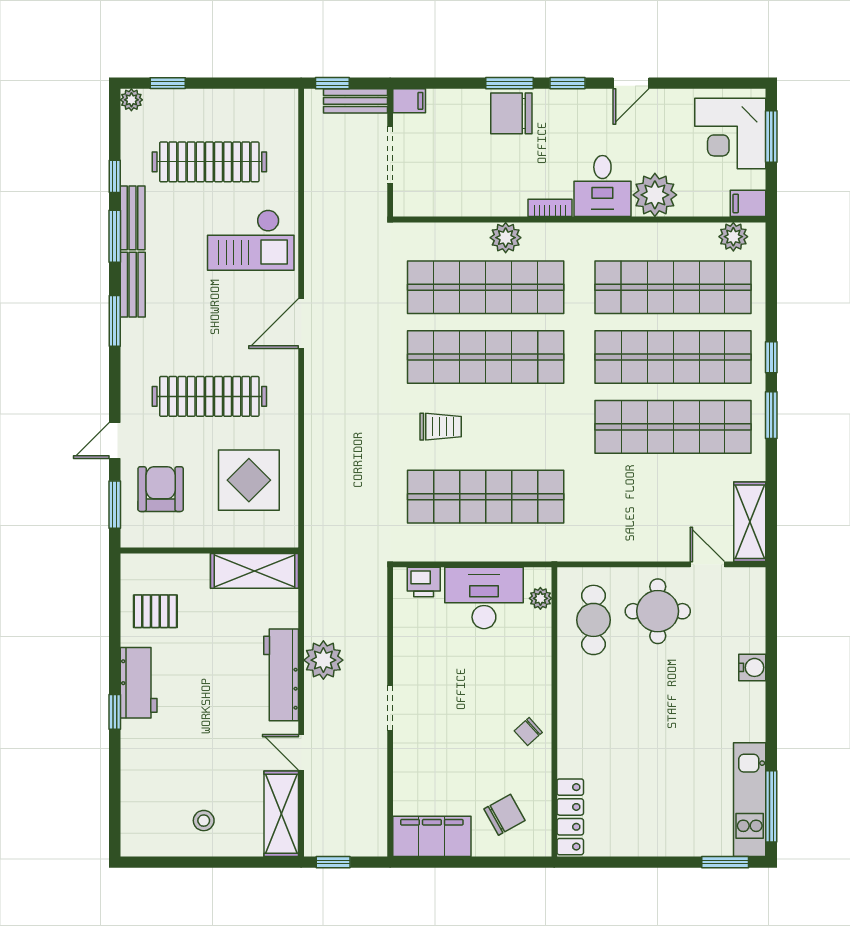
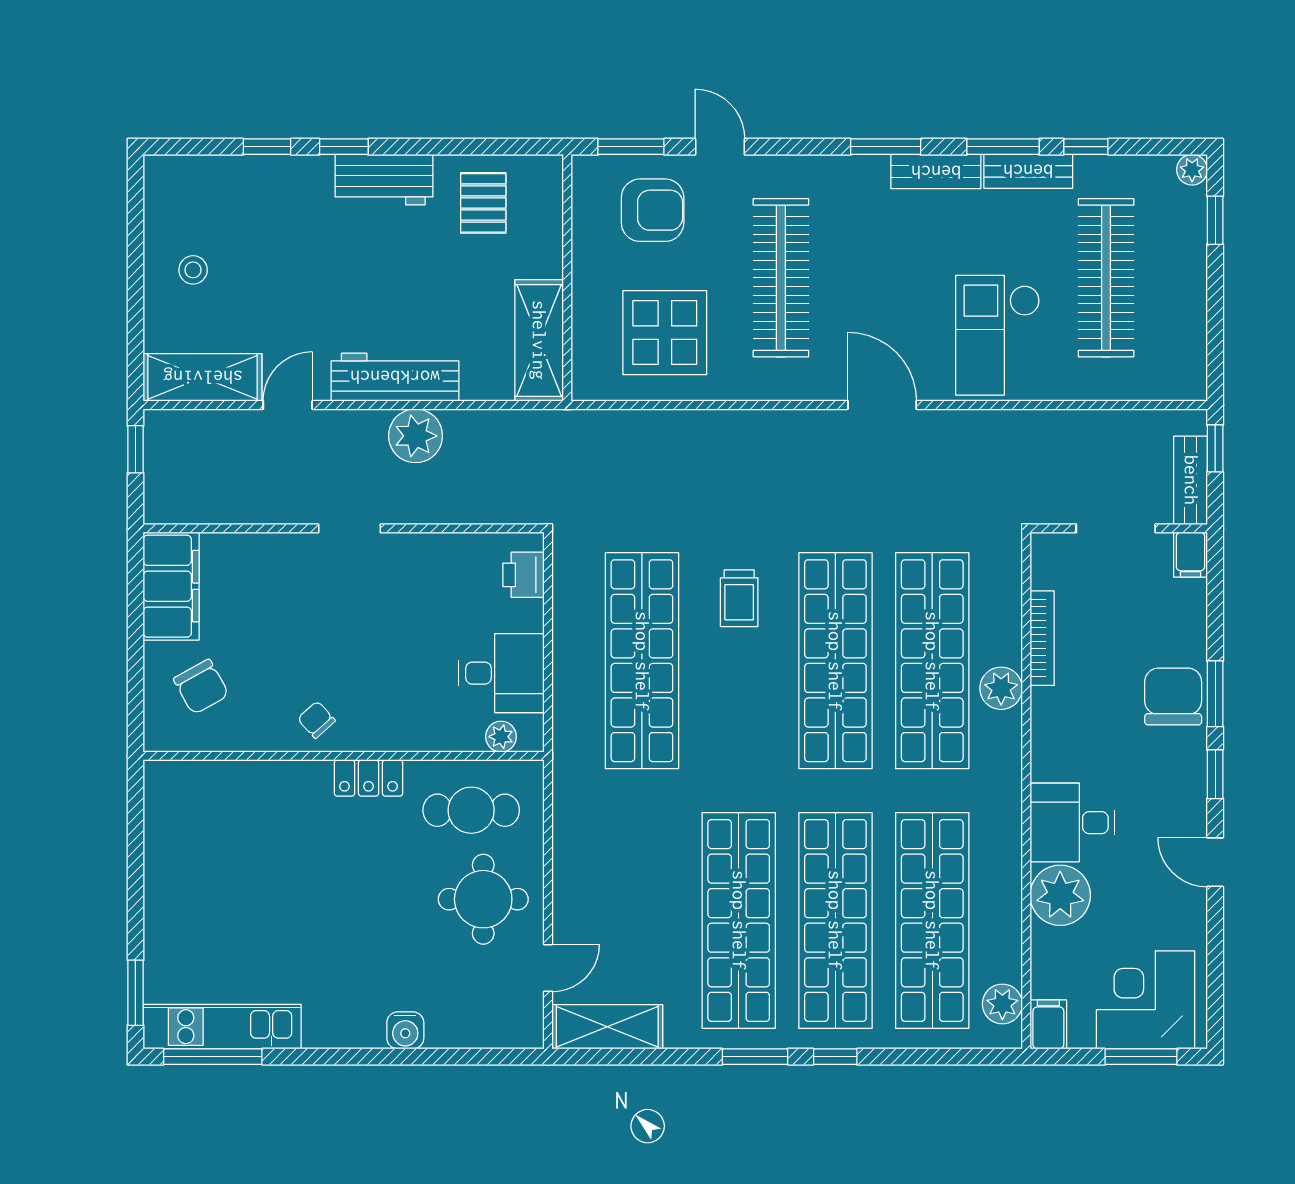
bookcase: (550, 208) -> (1042, 638), moved, width x1.56
desk: (484, 598) -> (502, 673), width x0.73
window: (115, 767) -> (267, 147), added
locker: (570, 817) -> (369, 778), moved, width x0.66

